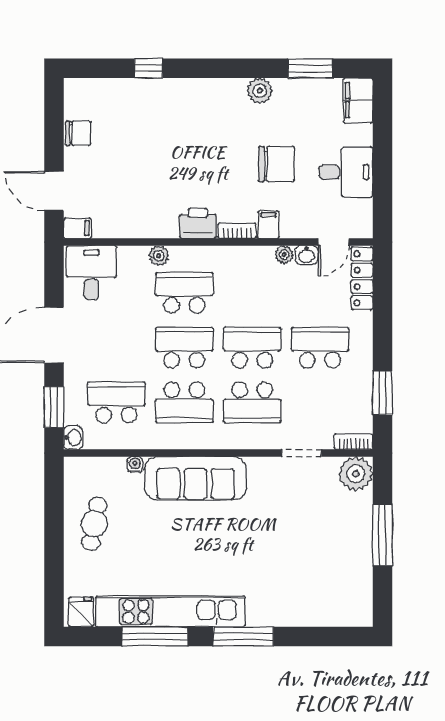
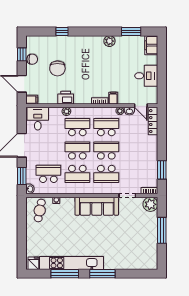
window: (54, 122) -> (22, 54), added
chair: (276, 164) -> (57, 68), moved, turned 90
printer: (198, 223) -> (66, 98), moved
door: (334, 242) -> (141, 106), hinge flipped
school desk: (320, 348) -> (106, 127), moved
sofa: (196, 478) -> (97, 206), moved
cafe table: (94, 524) -> (40, 210), moved

